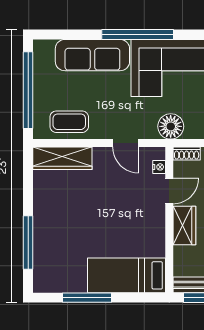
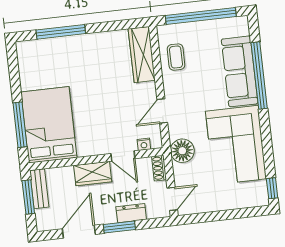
window: (138, 35) -> (259, 76), moved
coffee table: (69, 122) -> (176, 57), width x0.73, depth x0.77
bed: (127, 275) -> (49, 125), width x1.50
window: (87, 298) -> (20, 125), moved

